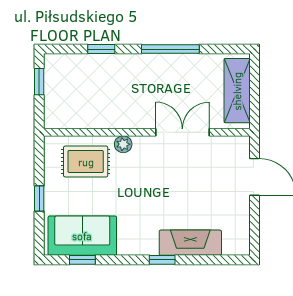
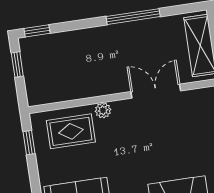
window: (101, 49) -> (37, 31), moved
window: (39, 199) -> (29, 143), moved

